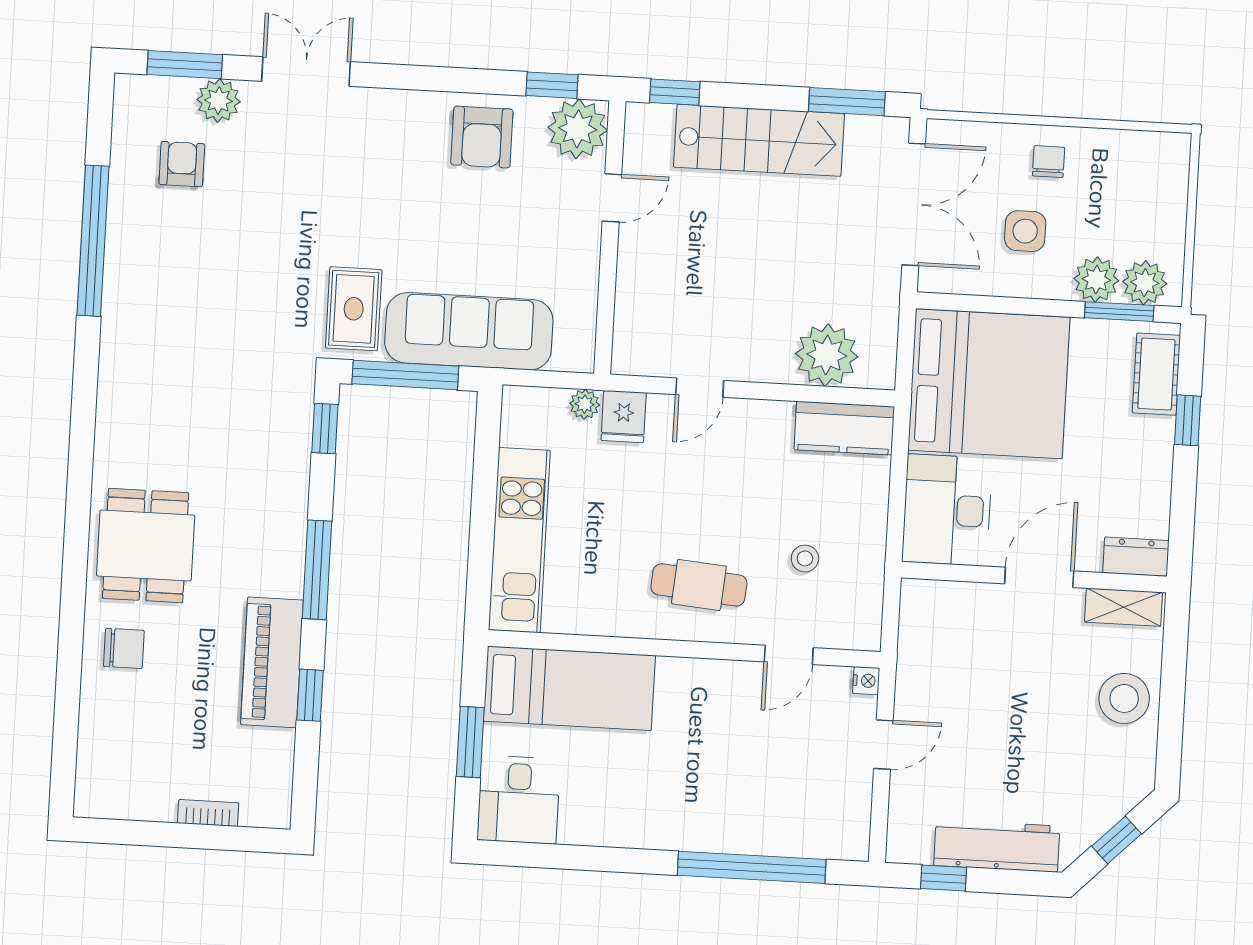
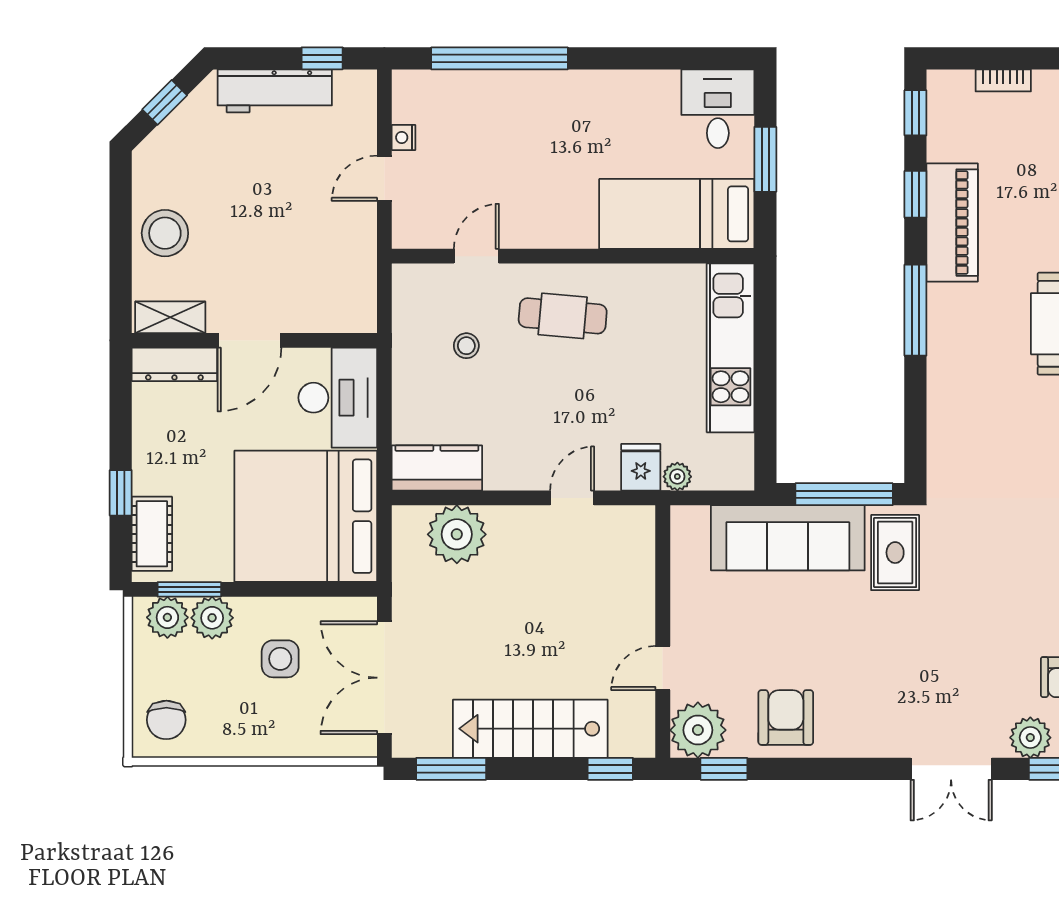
chair: (1049, 162) -> (166, 720), moved, width x1.37, depth x1.37
window: (325, 428) -> (915, 113), moved
dresser: (1136, 557) -> (174, 364), width x1.44
nightstand: (866, 681) -> (404, 137), moved

